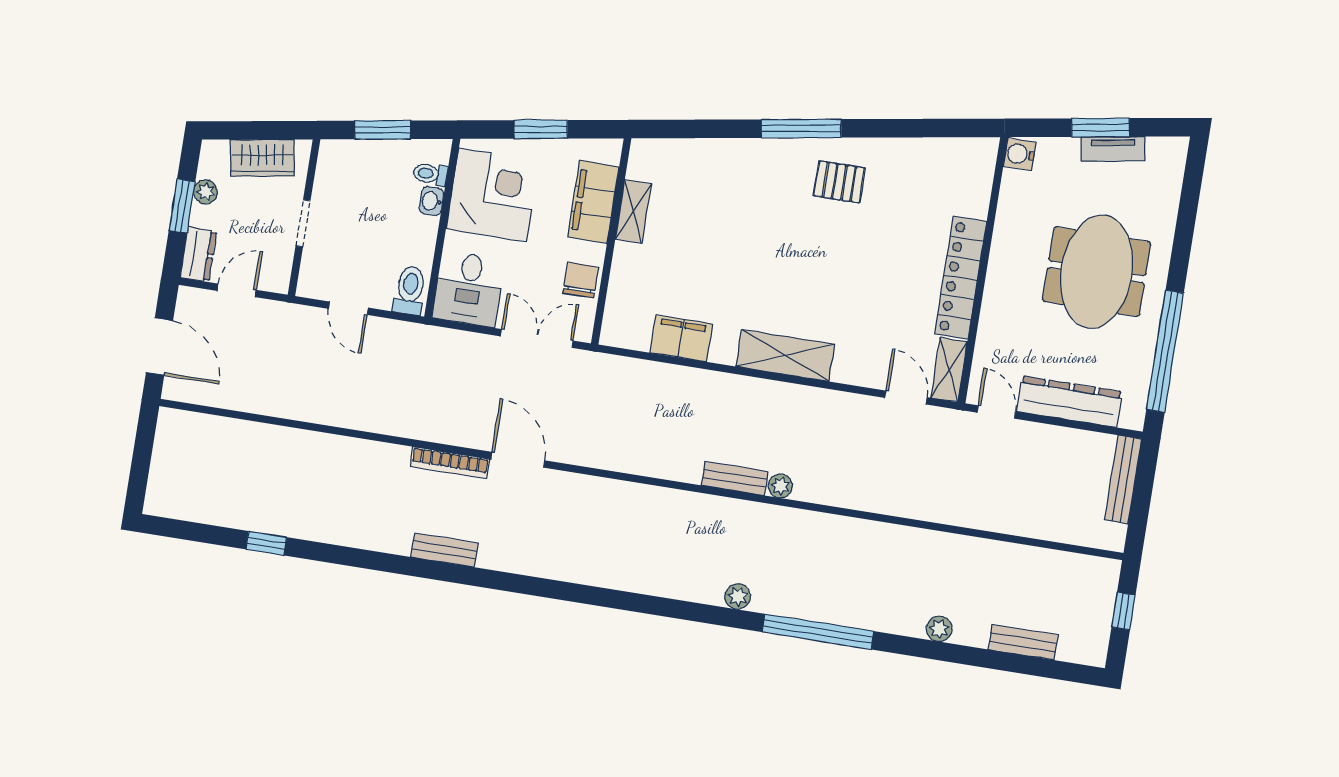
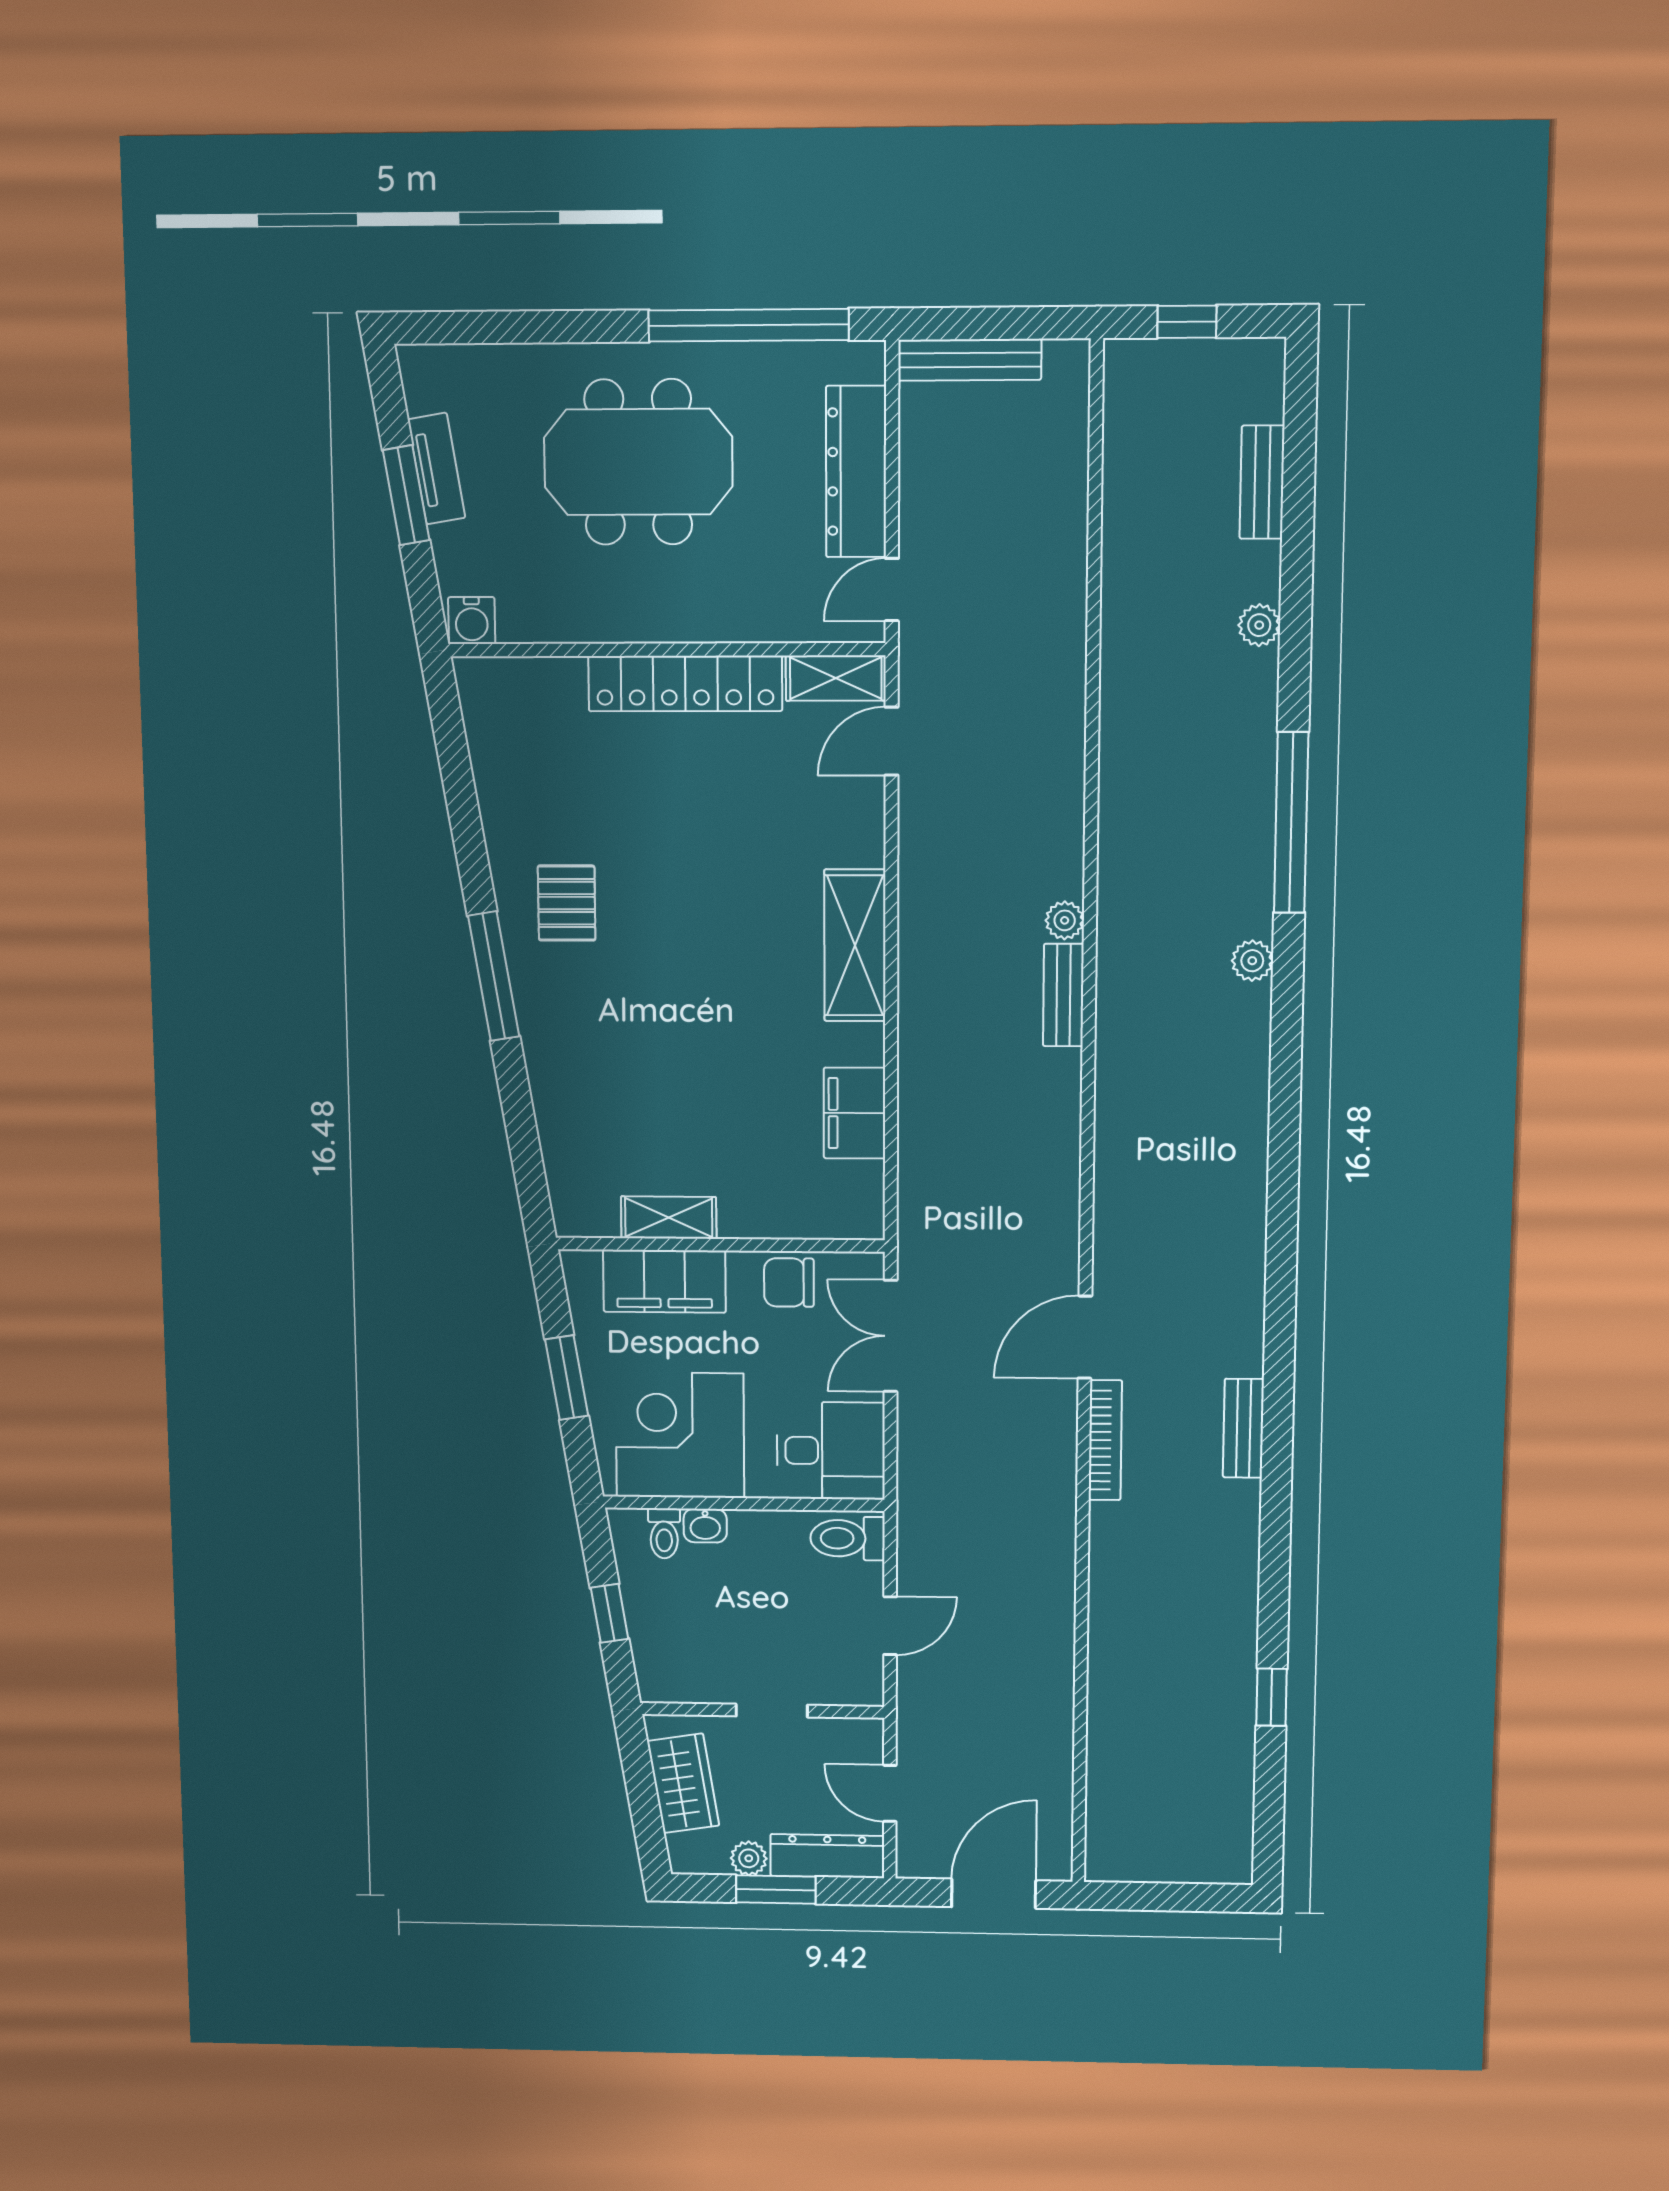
window: (383, 130) -> (610, 1613), width x0.67
dresser: (198, 254) -> (827, 1856), width x1.44

